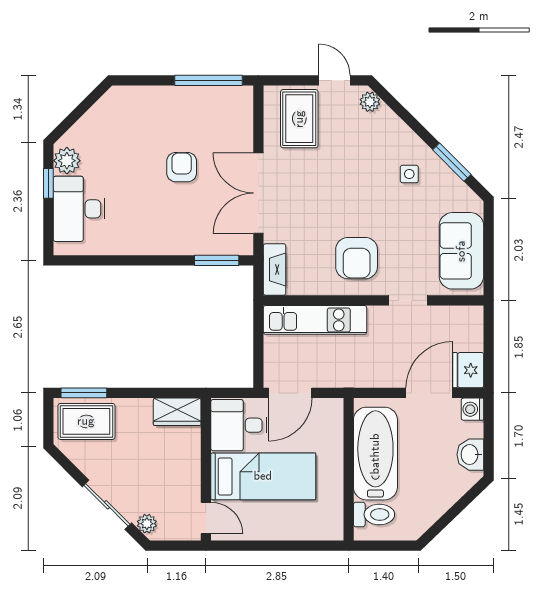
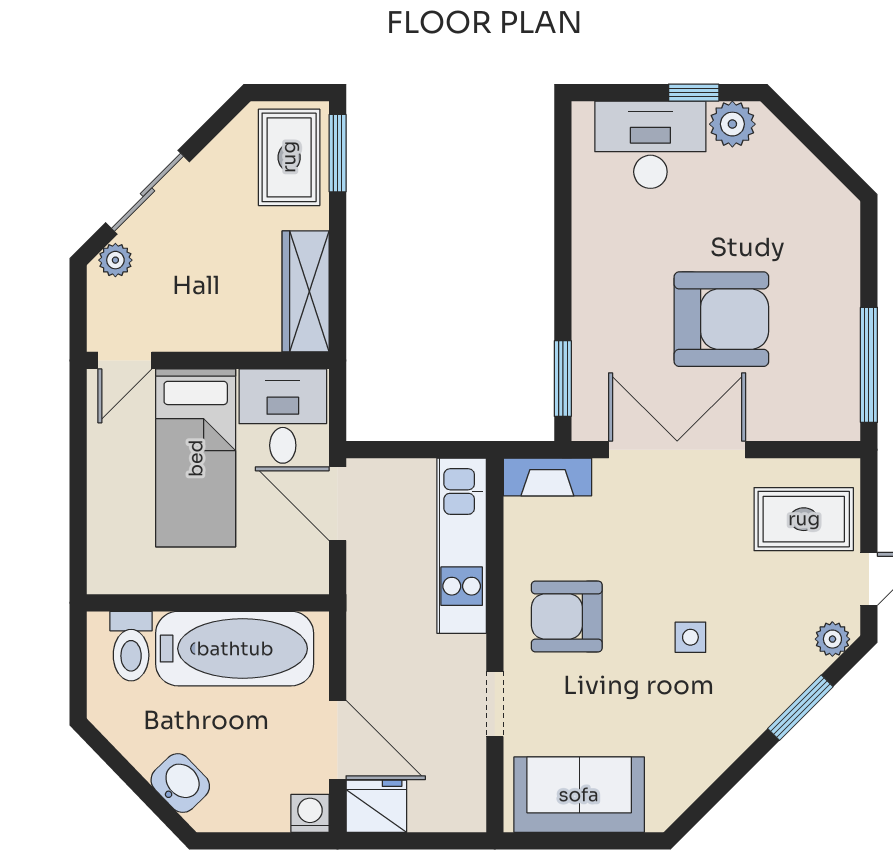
window: (452, 162) -> (800, 708), moved
armchair: (182, 167) -> (721, 319), width x1.88, depth x1.88
side table: (409, 174) -> (690, 637), moved
wardrobe: (177, 412) -> (306, 291), width x1.50
washbasin: (470, 455) -> (180, 783), moved, turned 46

